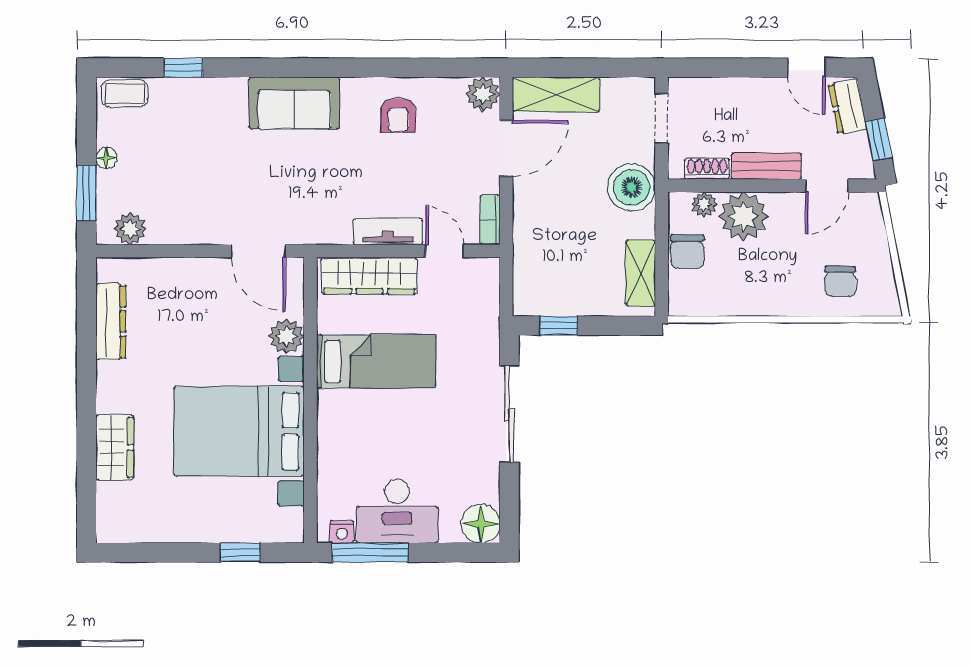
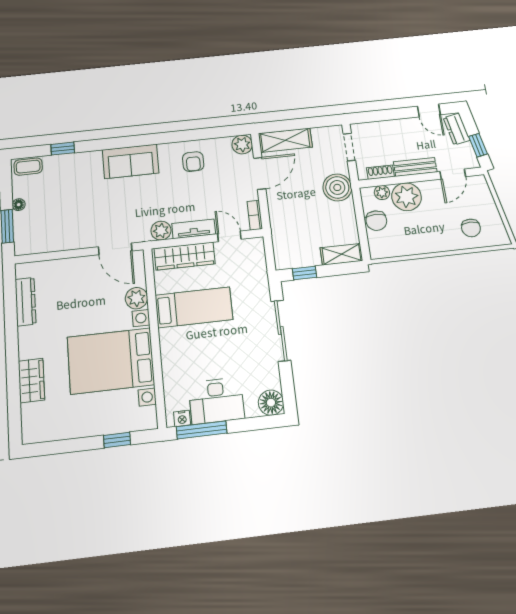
plant: (130, 229) -> (161, 231), moved
shelving: (641, 273) -> (341, 254), moved, turned 90

